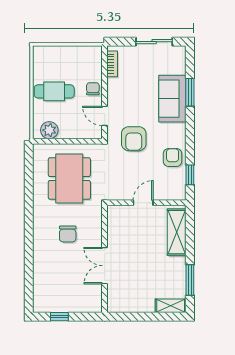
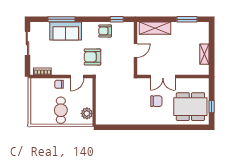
window: (190, 92) -> (61, 19), width x1.44
armchair: (134, 139) -> (92, 57), turned 180
dining table: (69, 179) -> (190, 107), moved
door: (143, 203) -> (135, 51), swing flipped
double door: (105, 266) -> (163, 76), moved
shelving: (171, 306) -> (204, 54), moved

